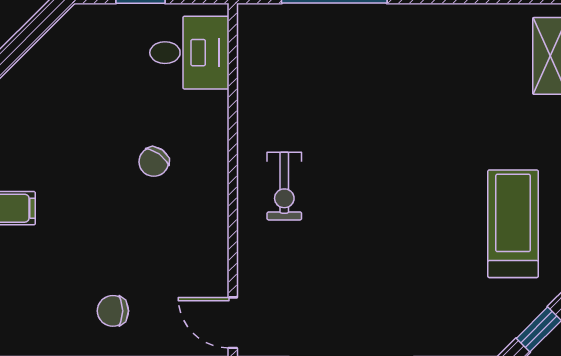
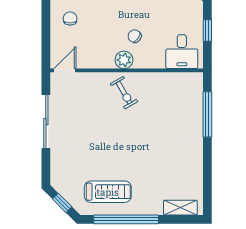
plant: (209, 186) -> (124, 60), added
exercise bike: (284, 186) -> (124, 93), turned -120

